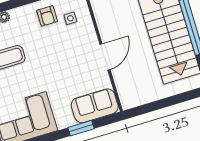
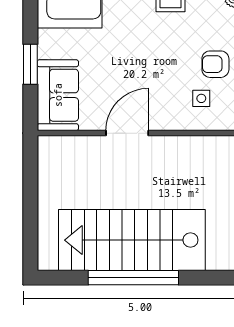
door: (105, 57) -> (127, 133), swing flipped

